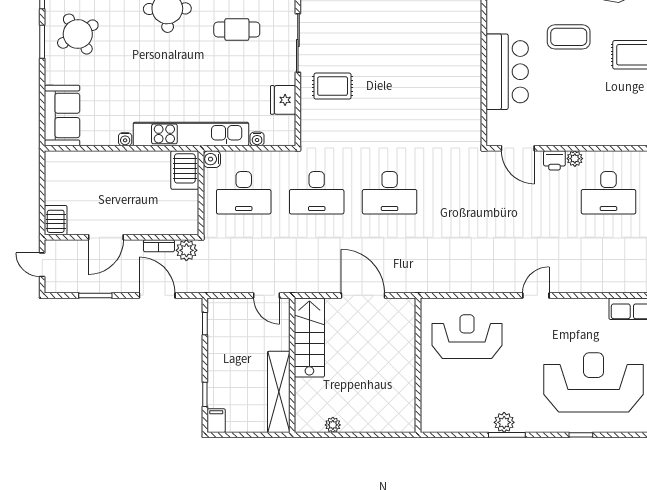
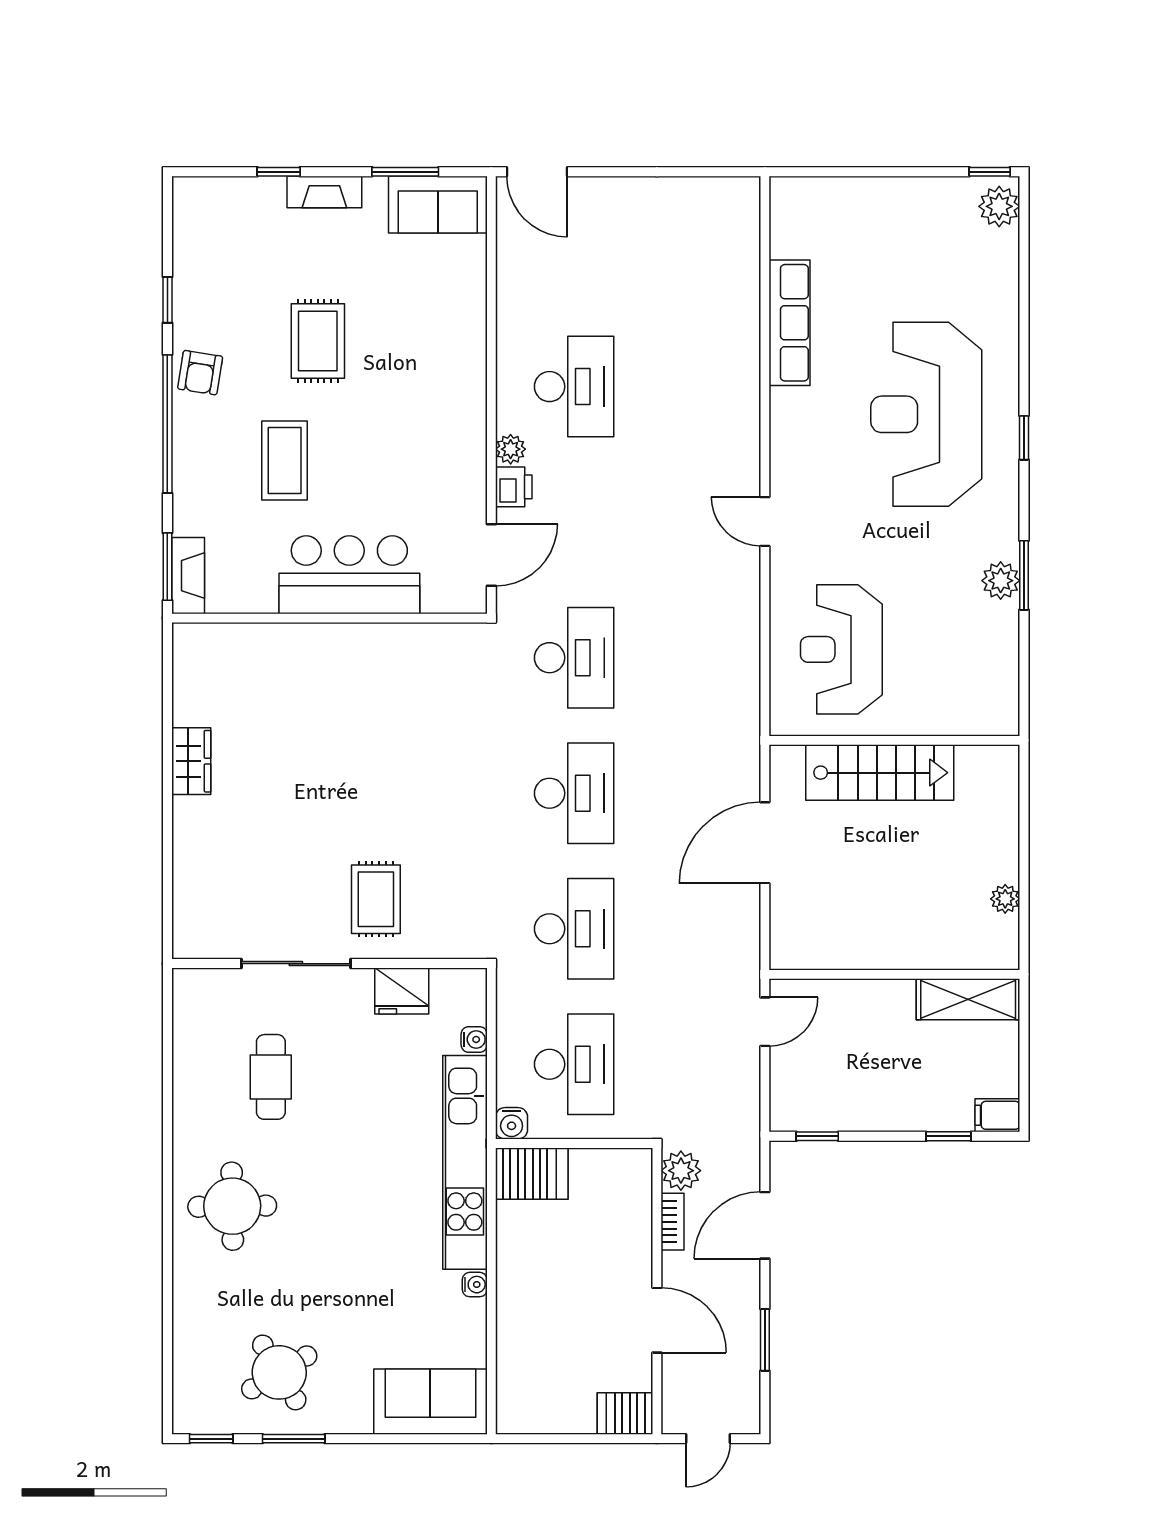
desk: (463, 193) -> (574, 658), added
stairs: (309, 338) -> (880, 773), moved, turned 180
shelving: (279, 392) -> (968, 999), width x0.68

